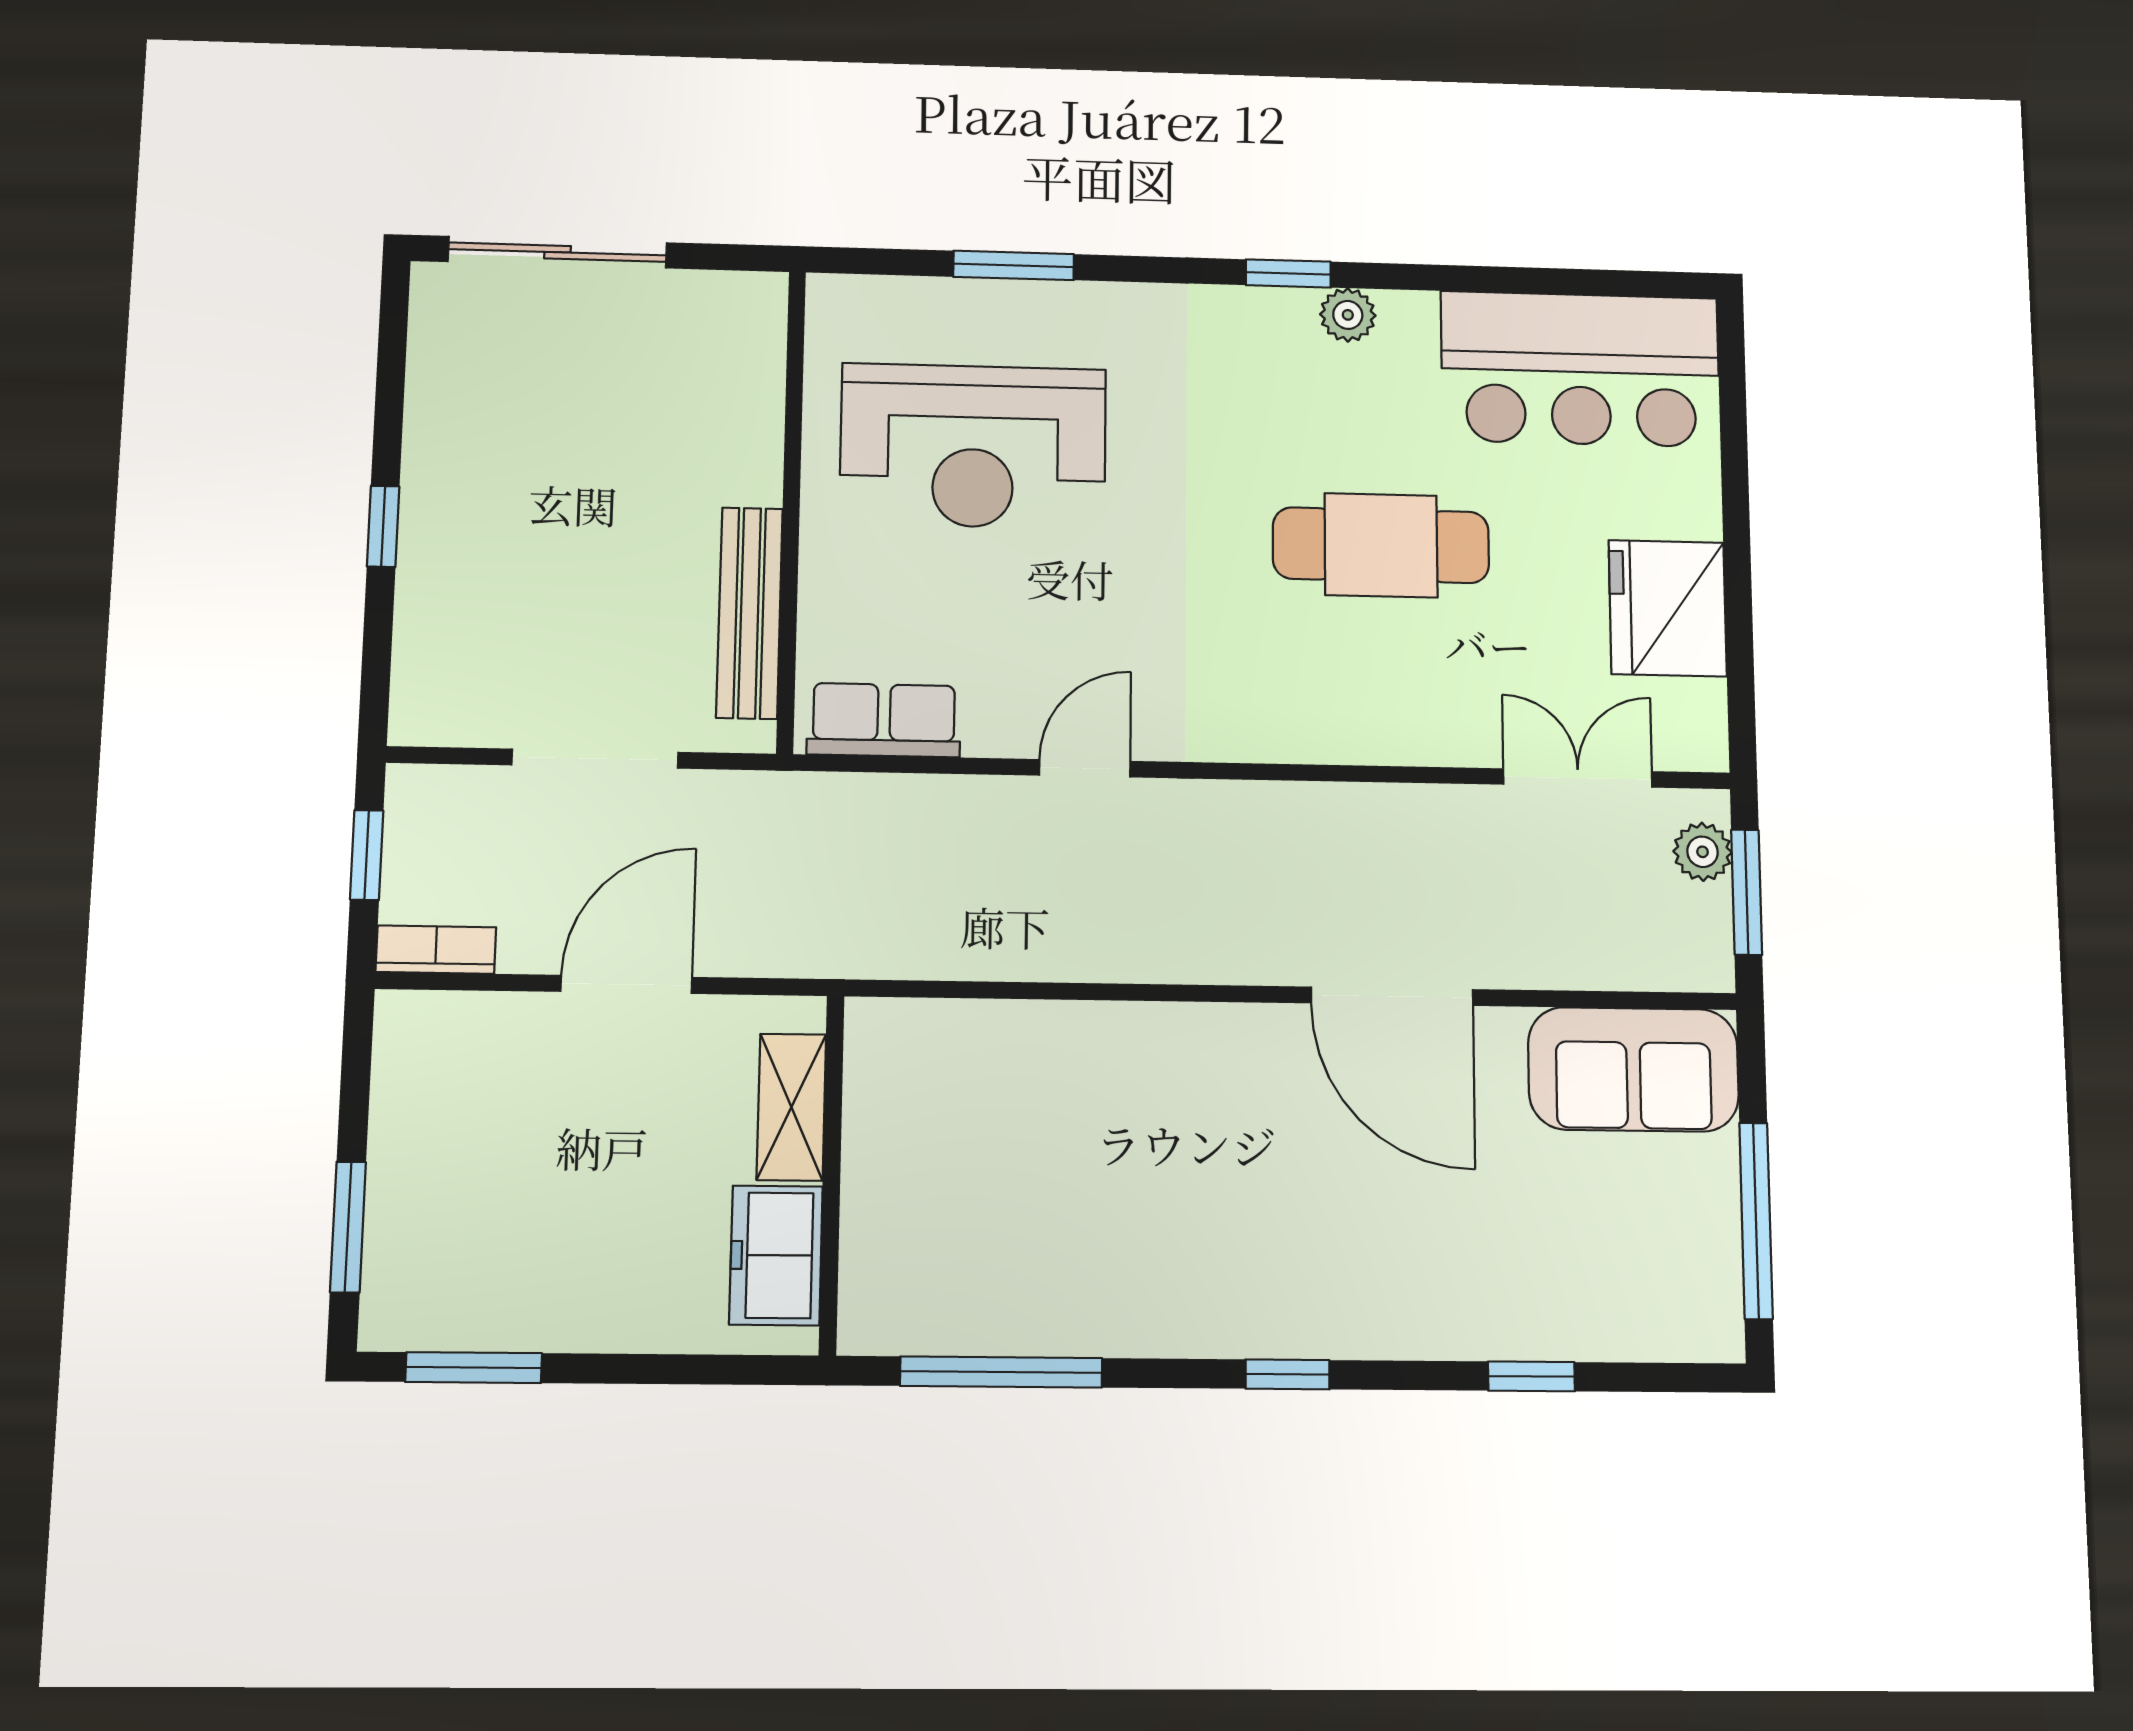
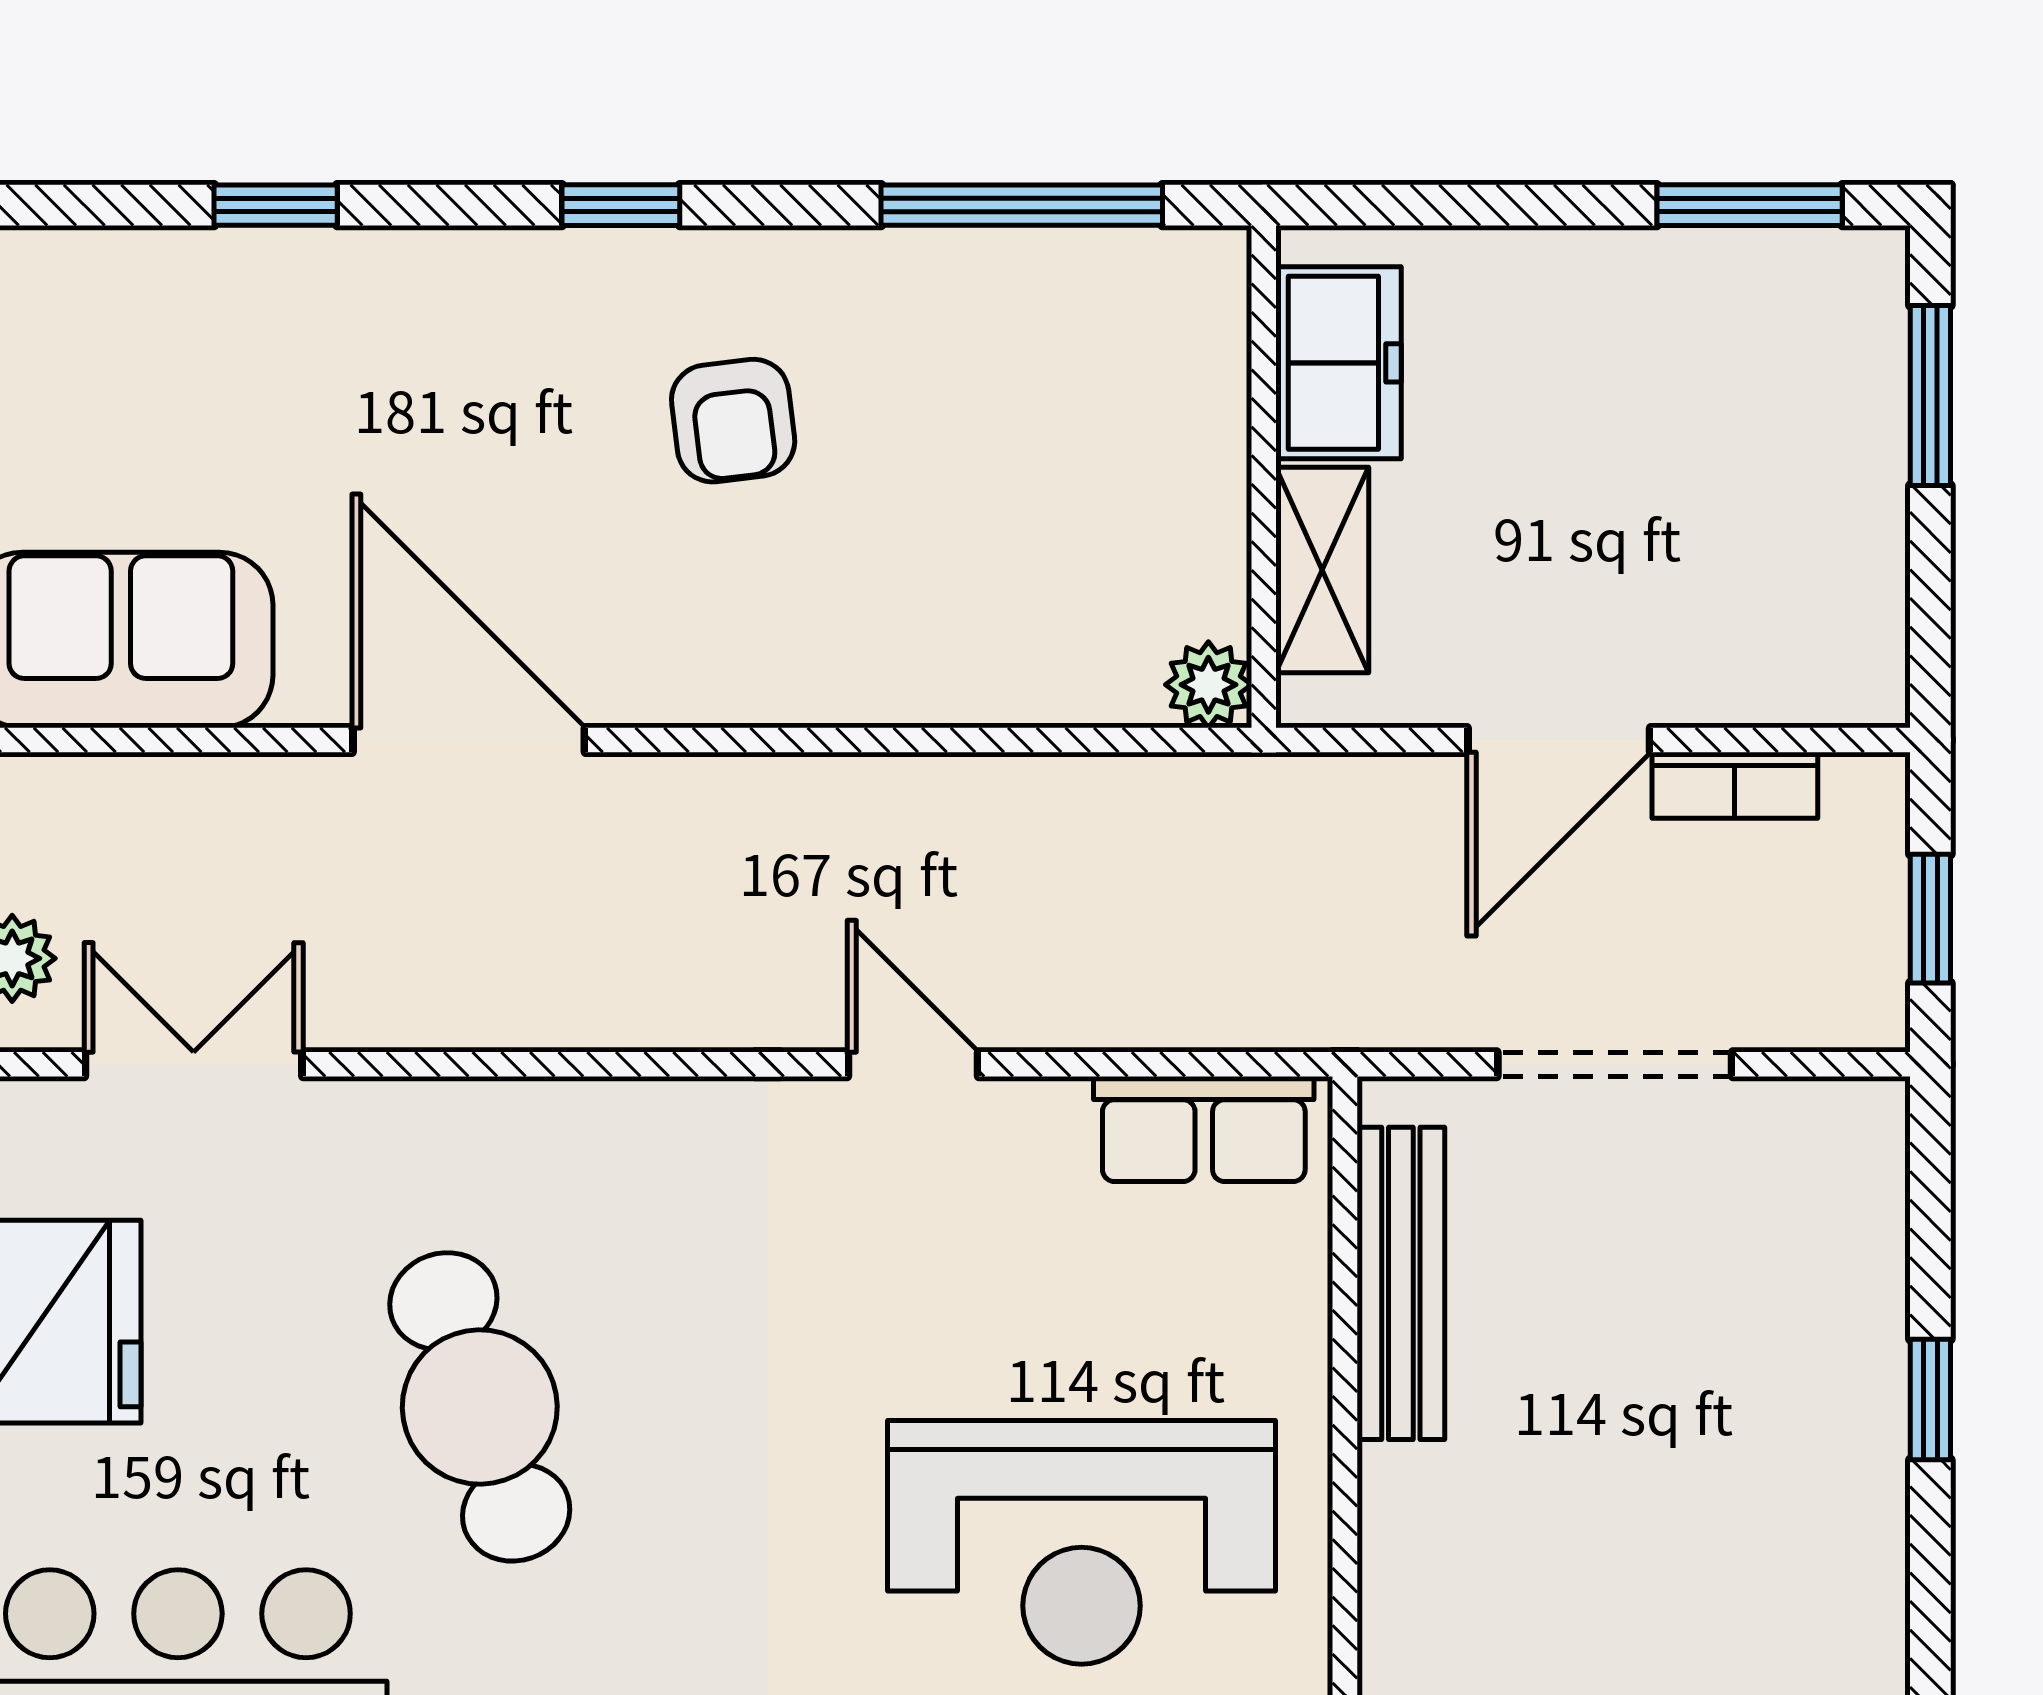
reception desk: (973, 446) -> (1081, 1542), turned 180
cafe table: (1381, 545) -> (480, 1407), turned 71
door: (1085, 768) -> (913, 1064), swing flipped
double door: (1578, 778) -> (194, 1064), swing flipped
bookcase: (436, 950) -> (1735, 785), moved
plant: (874, 1027) -> (1208, 685), added
armchair: (1208, 1219) -> (733, 421), added

